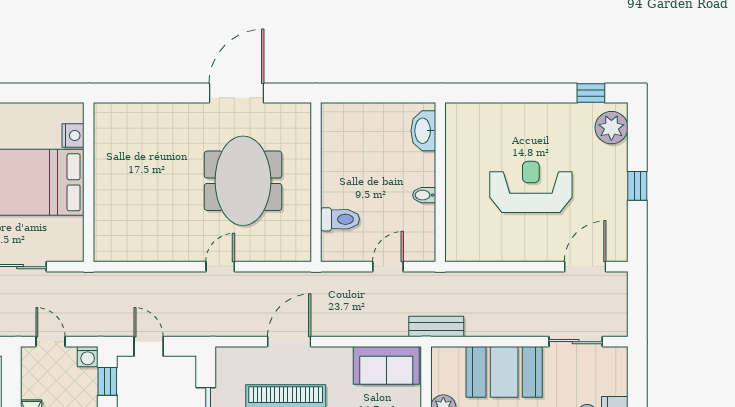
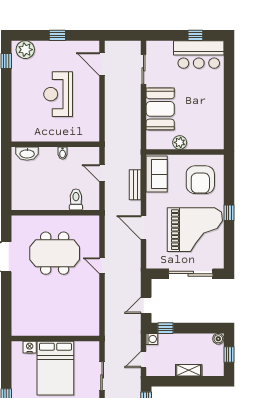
bench: (436, 326) -> (135, 185), moved

